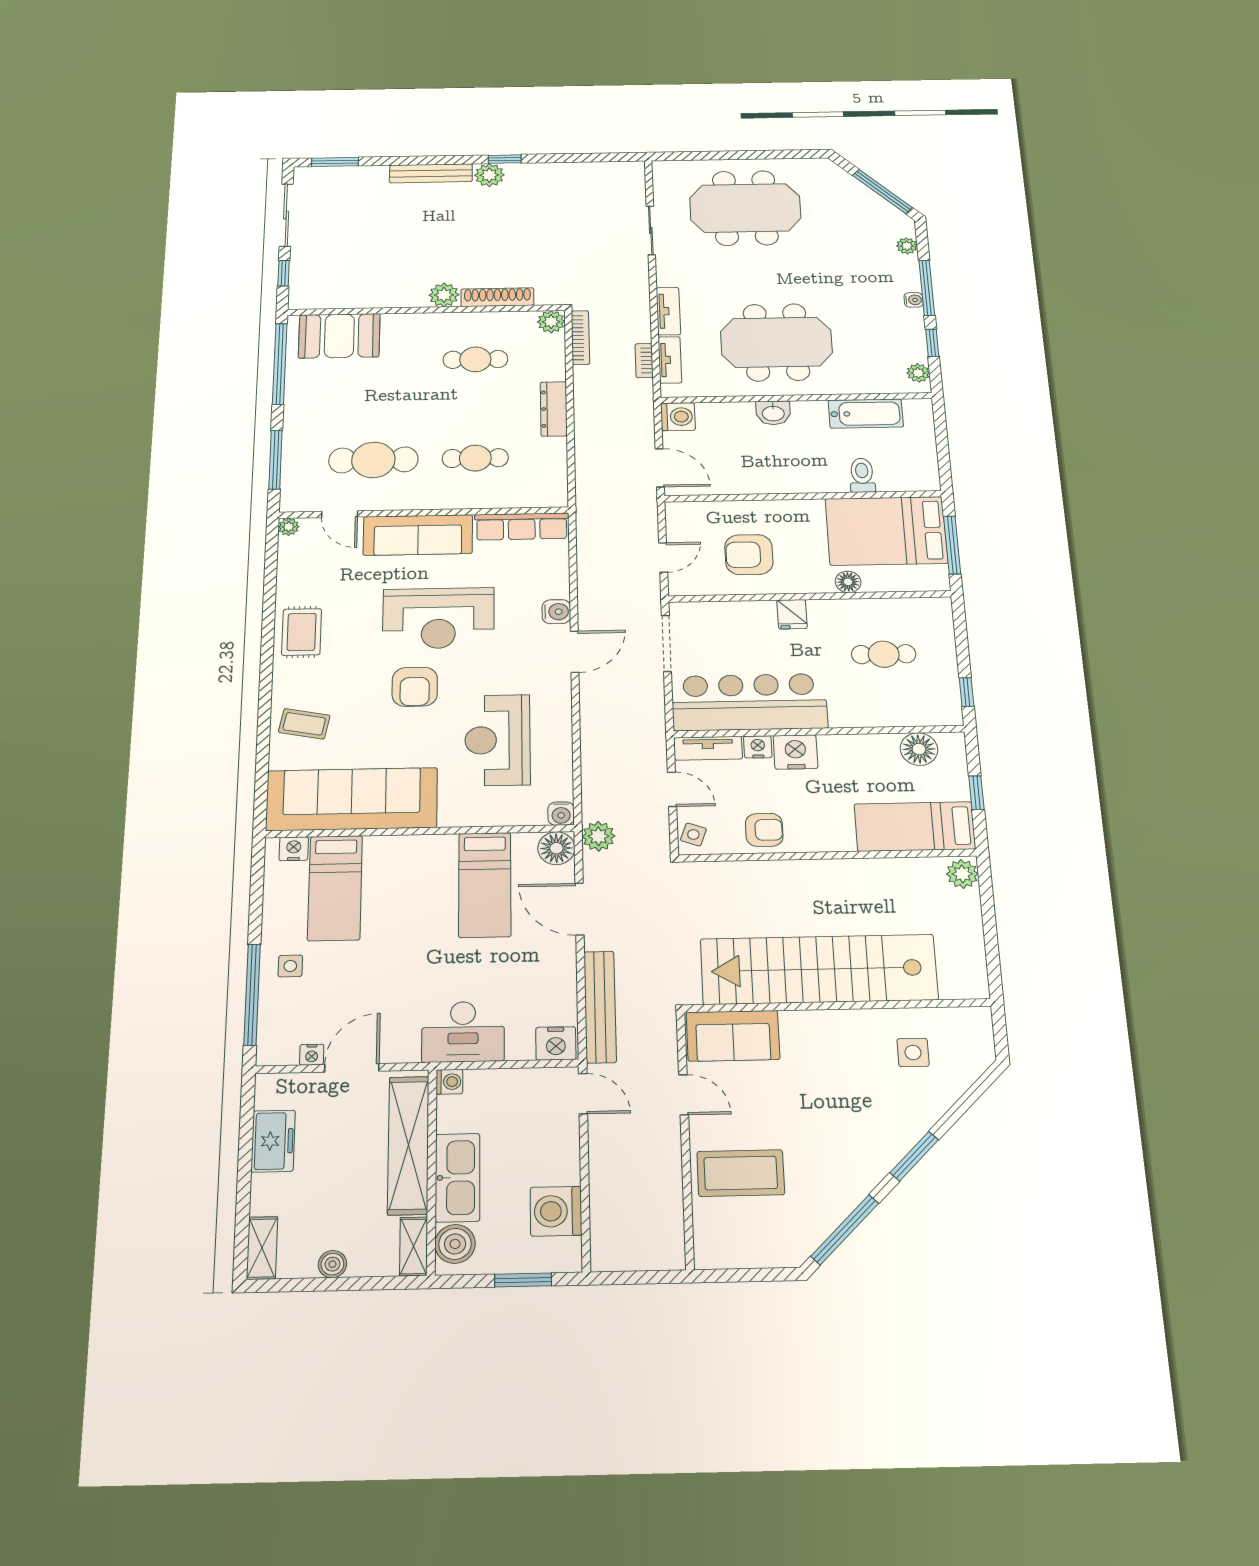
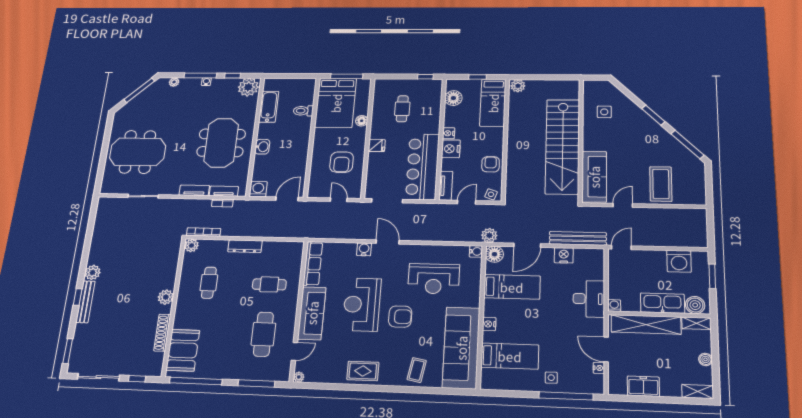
window: (505, 159) -> (78, 297), moved
meeting table: (745, 208) -> (138, 152), turned 90
shoe rack: (497, 297) -> (162, 333), moved
plant: (918, 373) -> (248, 87), width x1.88, depth x1.88
cafe table: (475, 458) -> (269, 284), turned 90
reception desk: (438, 618) -> (362, 304), turned 180
nightstand: (758, 747) -> (449, 133), moved
nightstand: (294, 849) -> (489, 324), moved
sofa: (733, 1036) -> (594, 177), width x1.36
nightstand: (556, 1043) -> (564, 255), moved, turned -90

